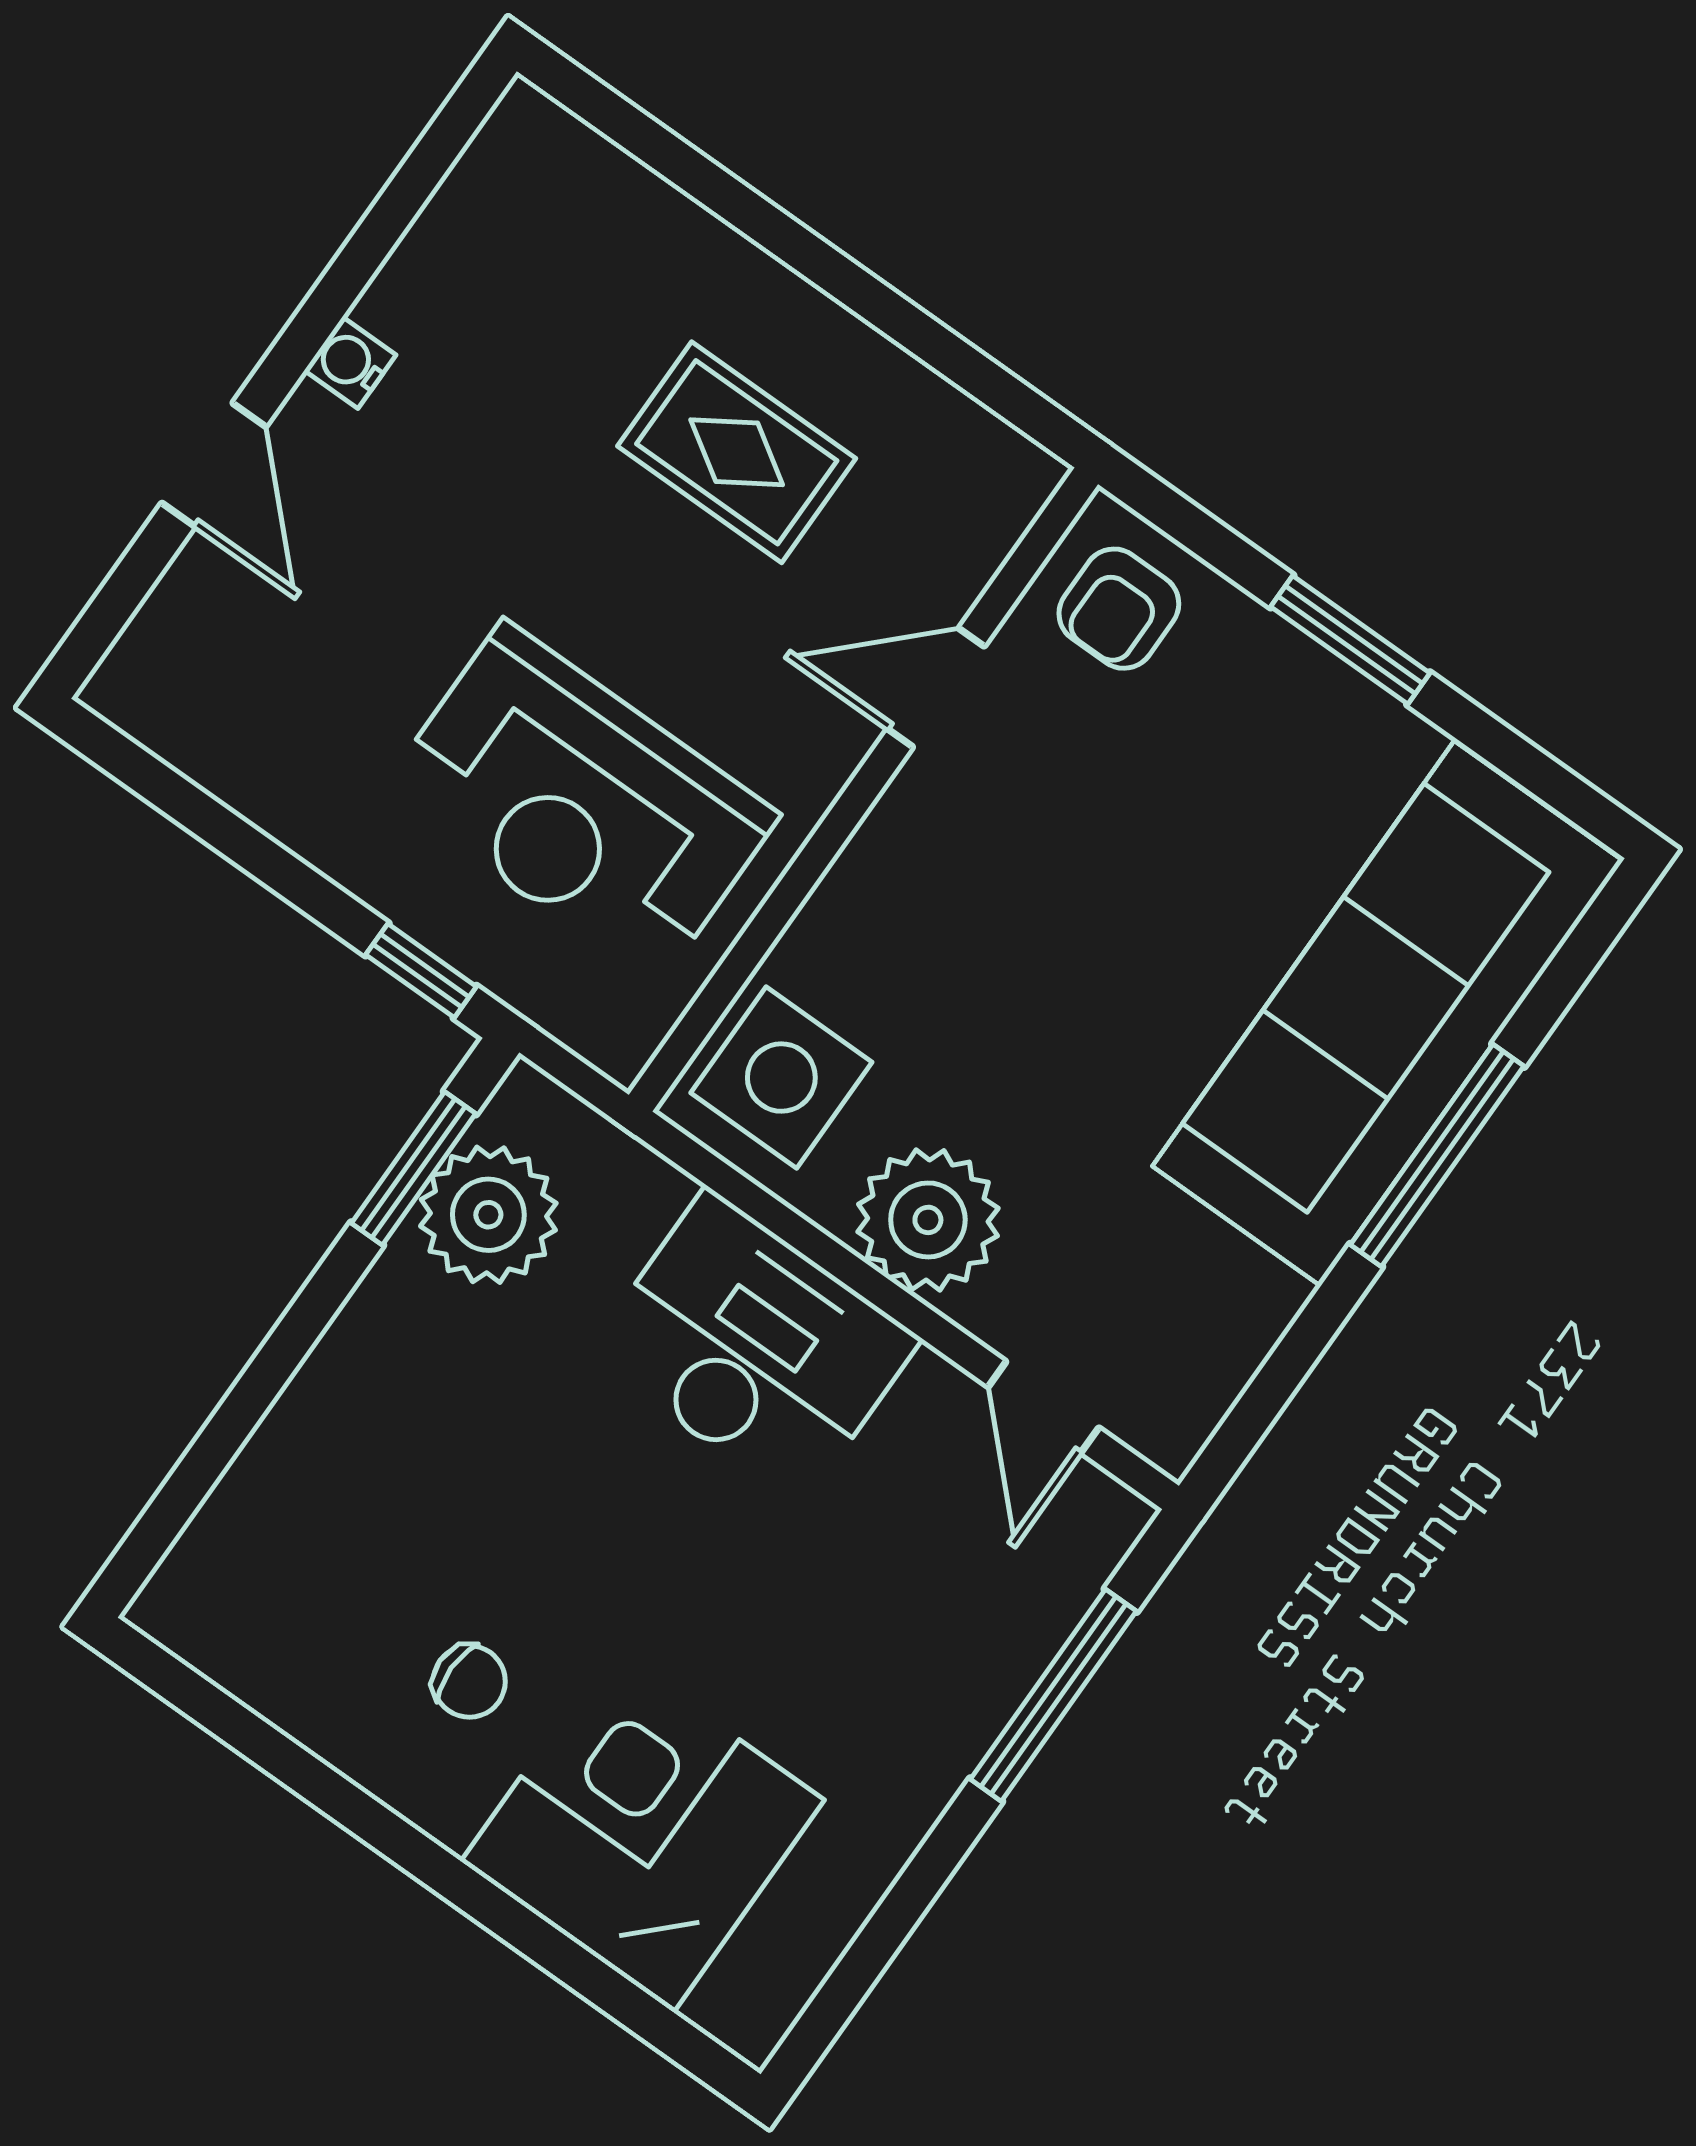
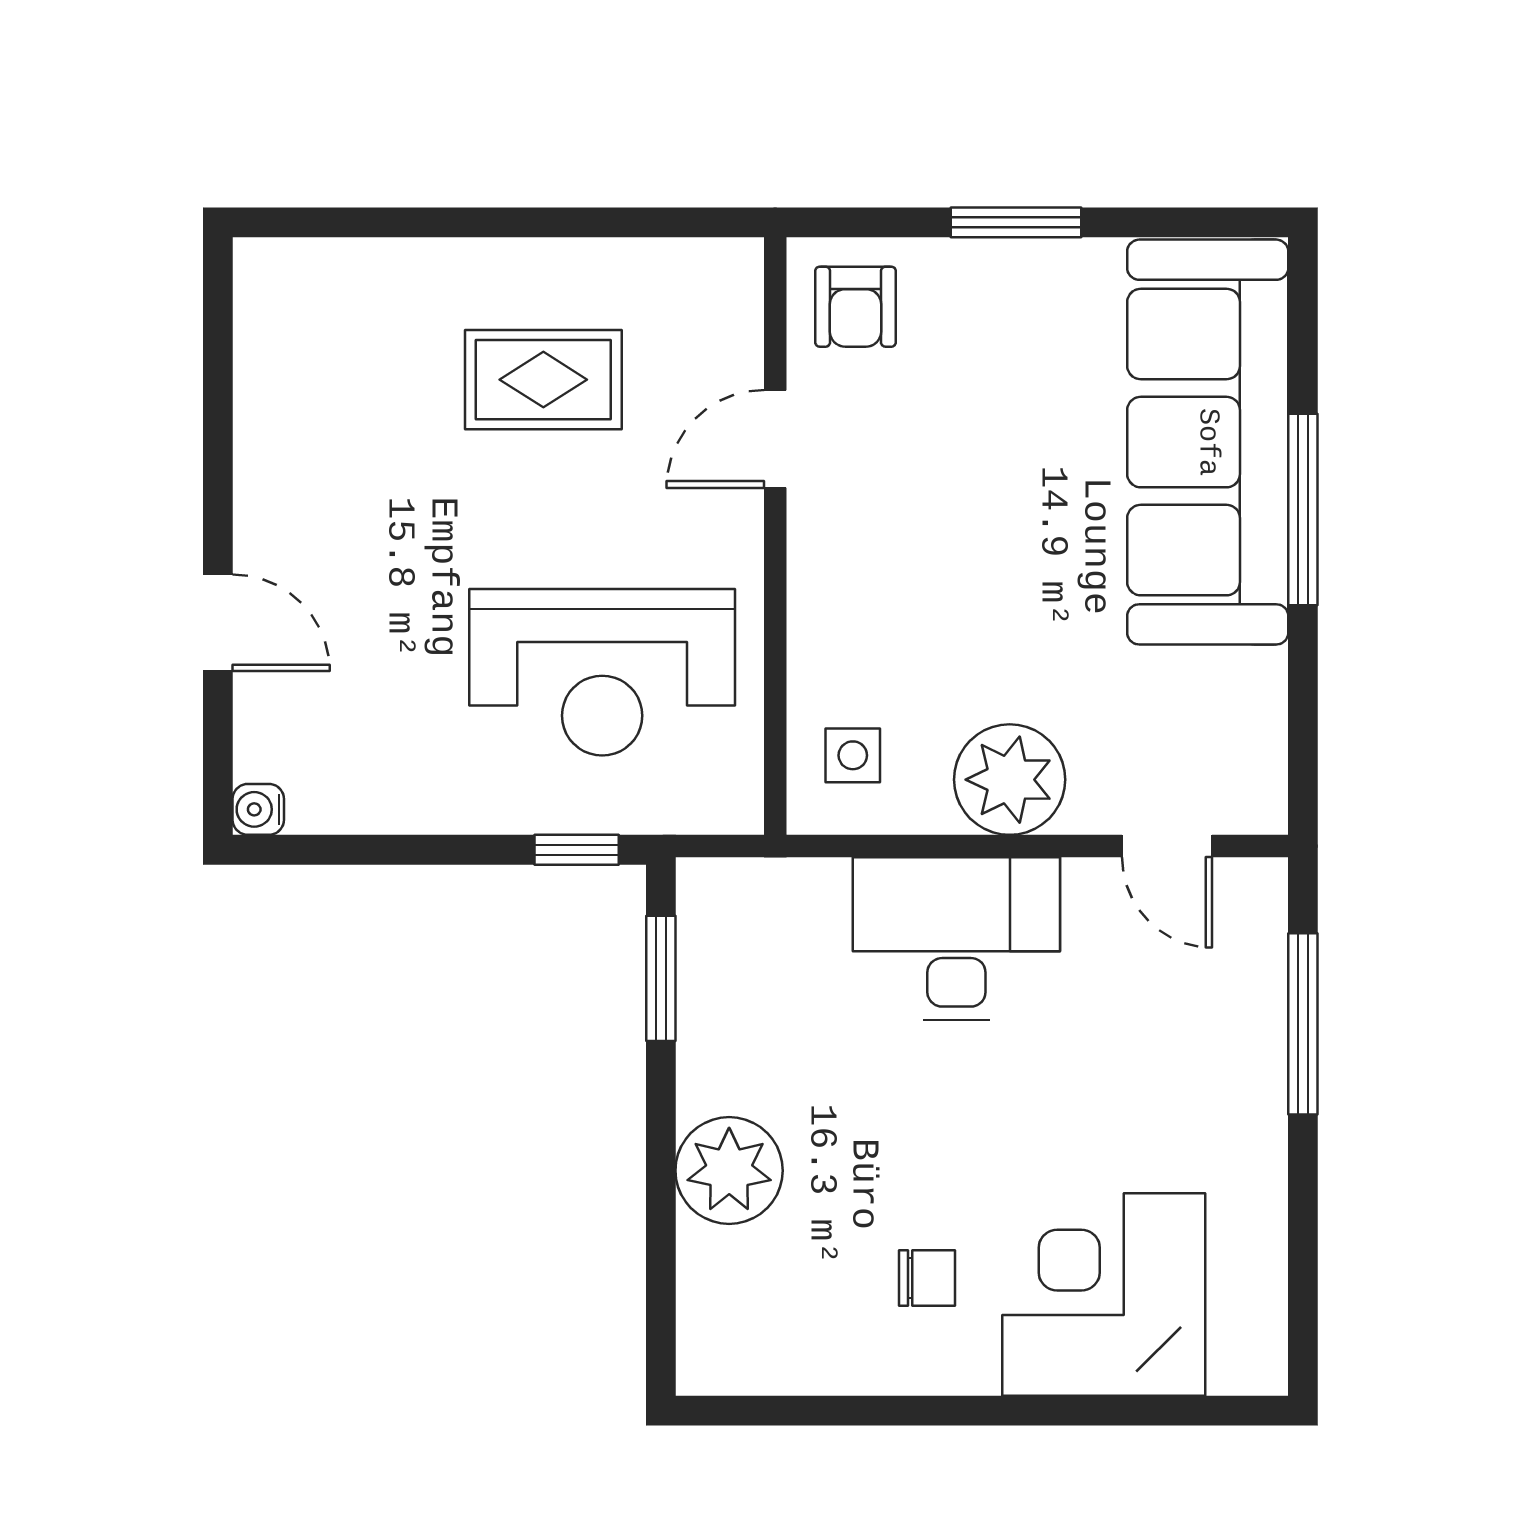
water cooler: (350, 363) -> (258, 809), moved
side table: (781, 1078) -> (853, 755), width x0.54, depth x0.54
plant: (488, 1215) -> (729, 1171), moved

